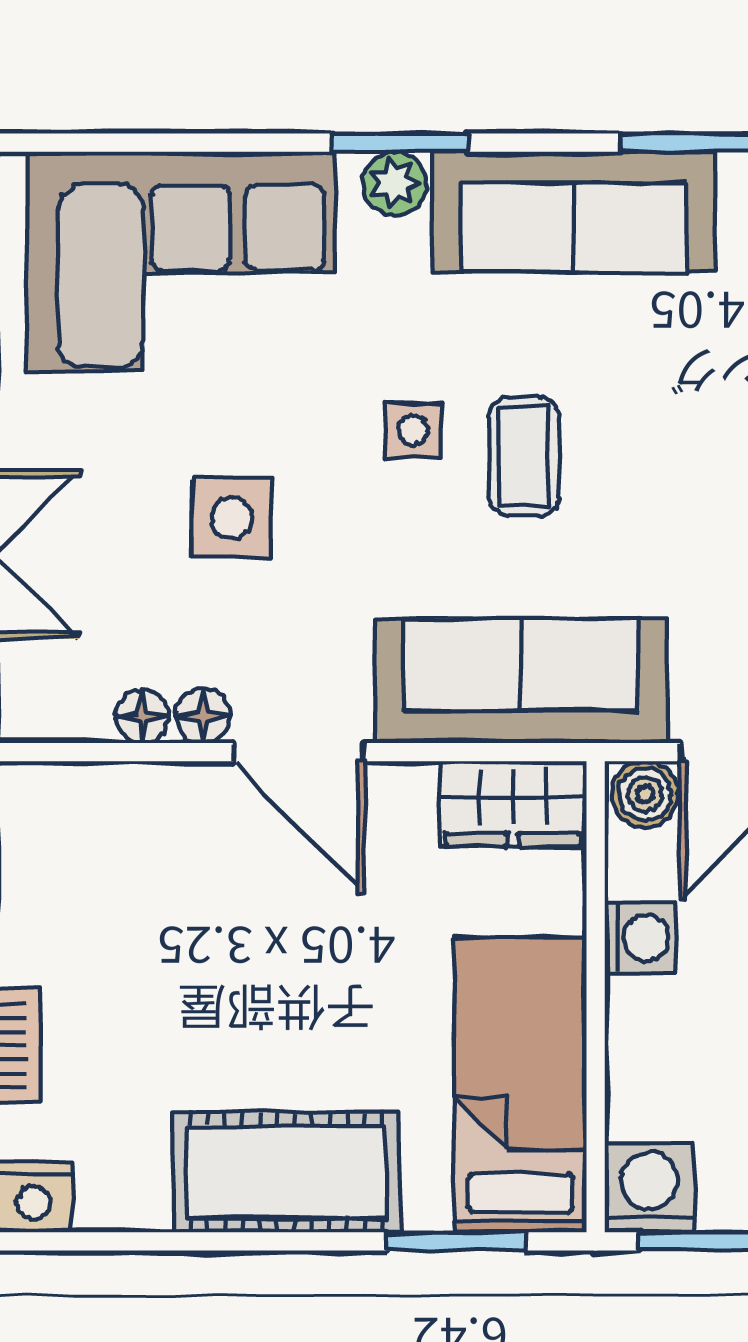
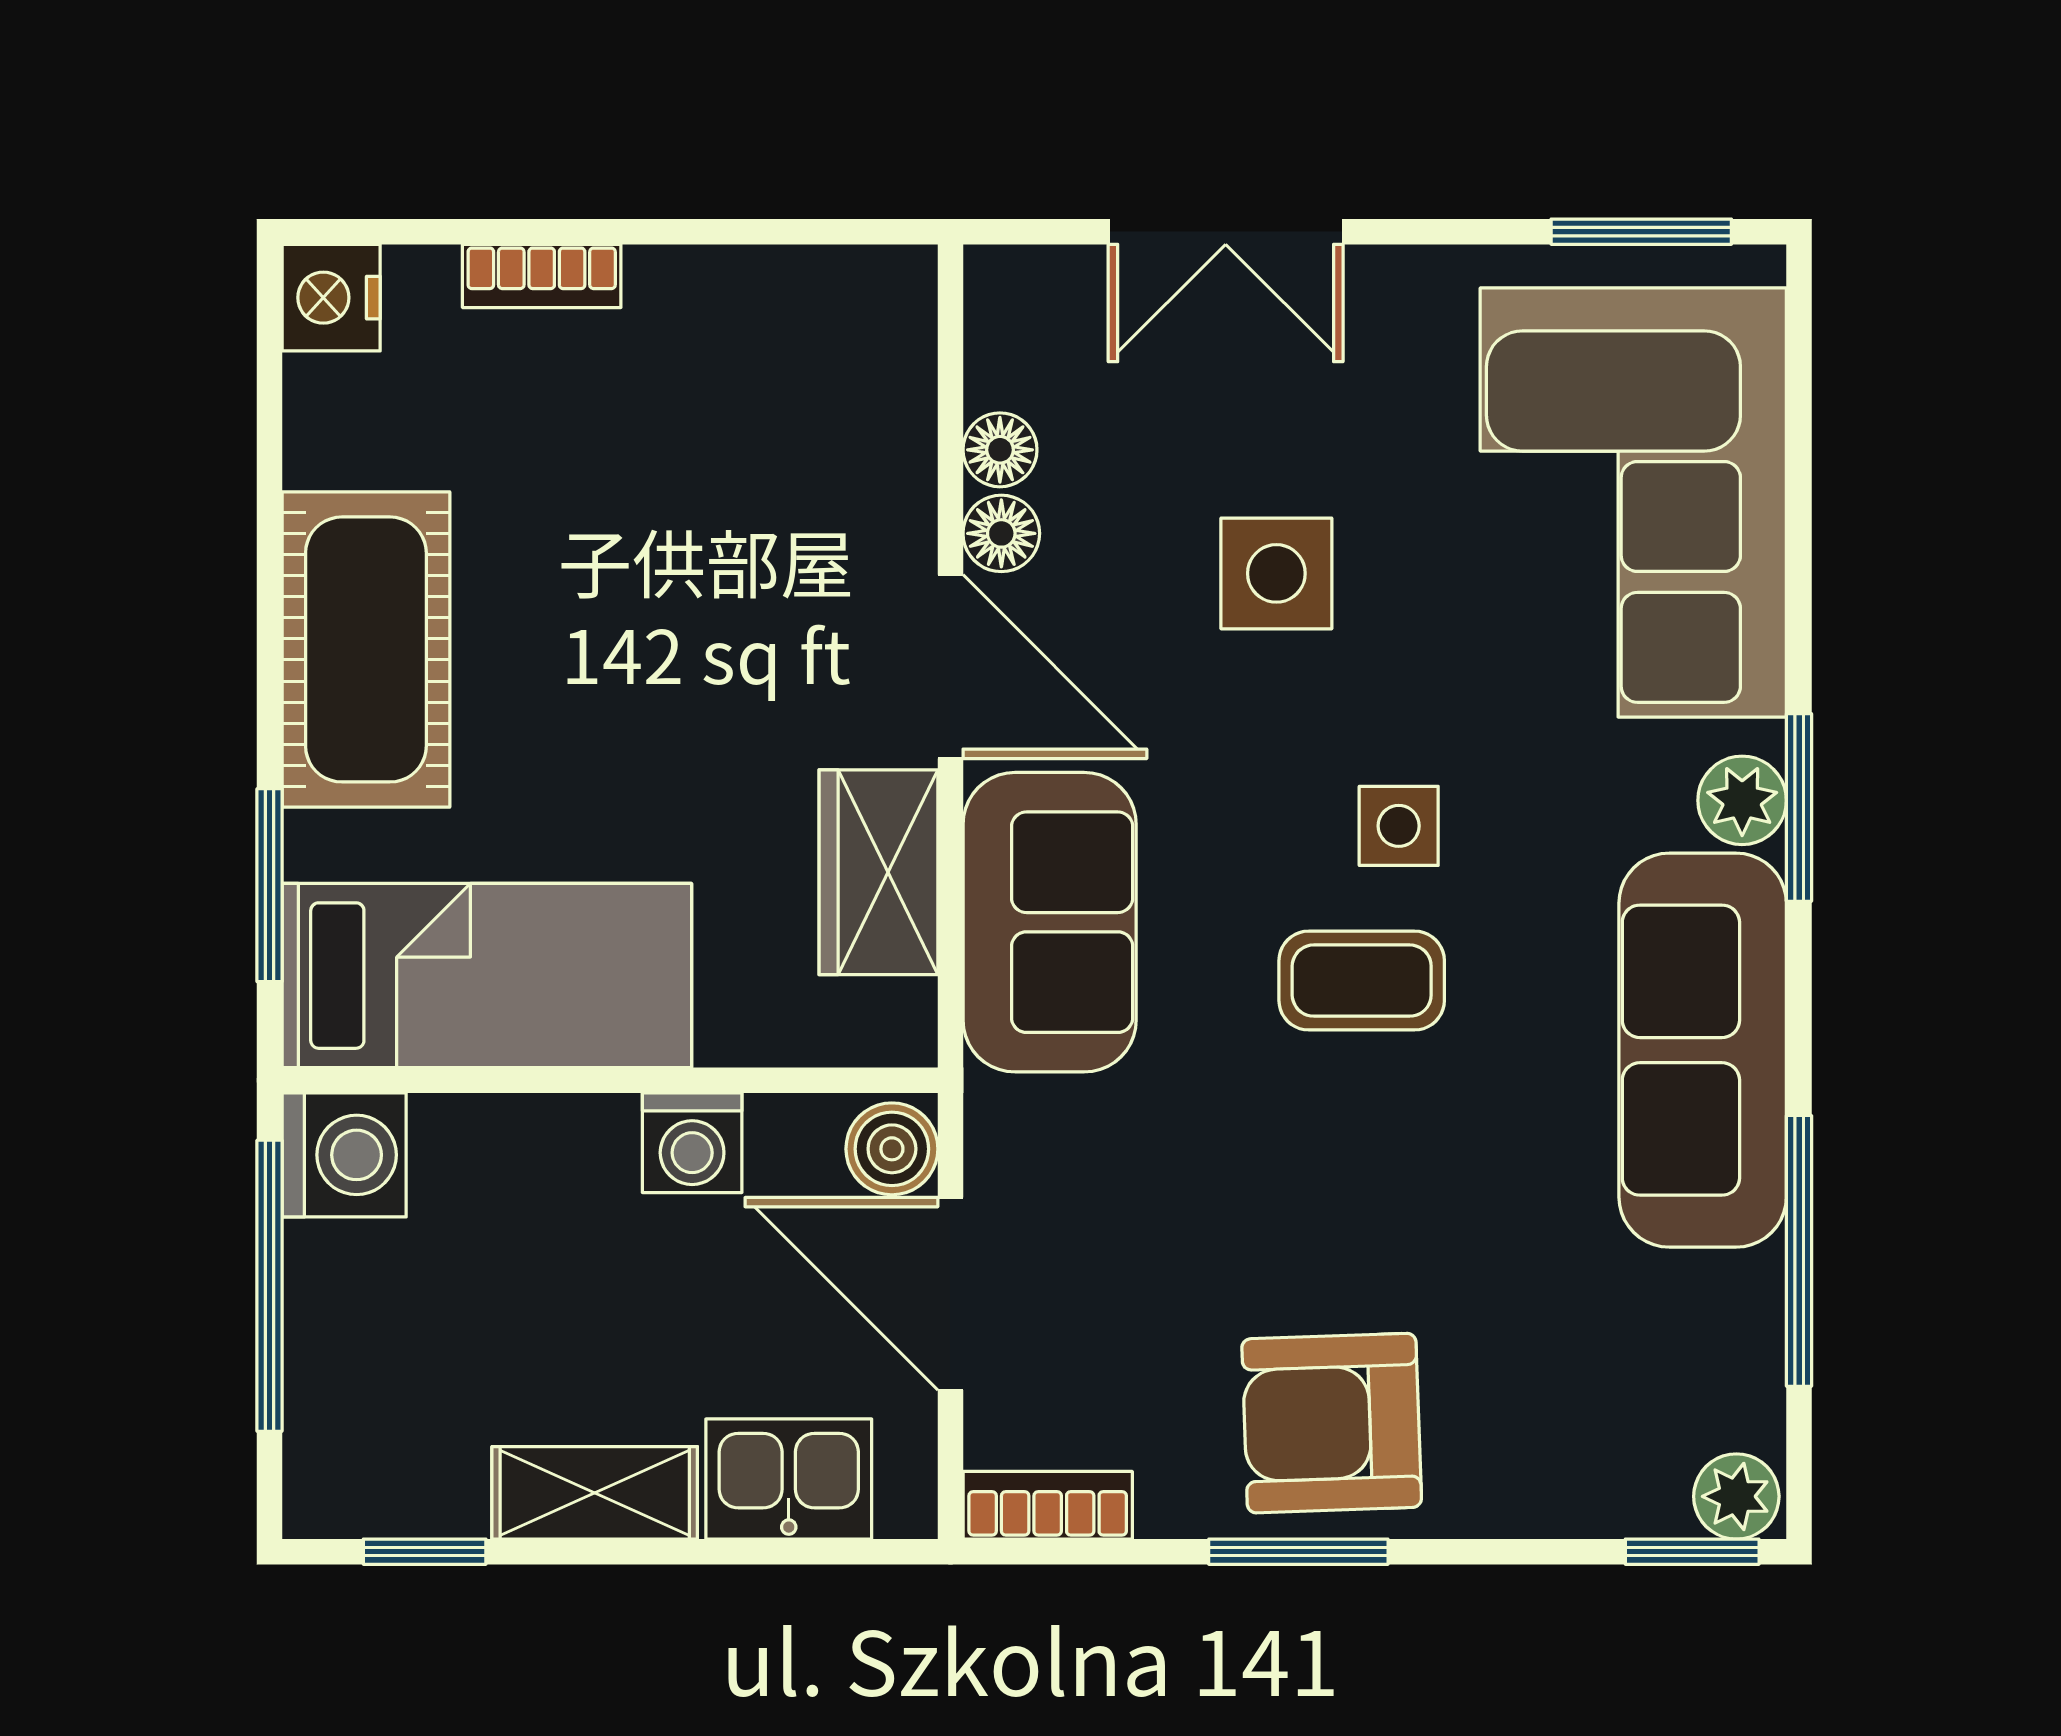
sofa: (521, 681) -> (1050, 922), width x0.73
door: (299, 752) -> (950, 667), swing flipped
wardrobe: (513, 804) -> (878, 872), moved

